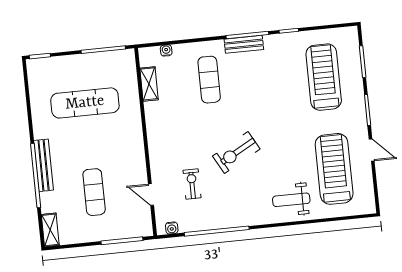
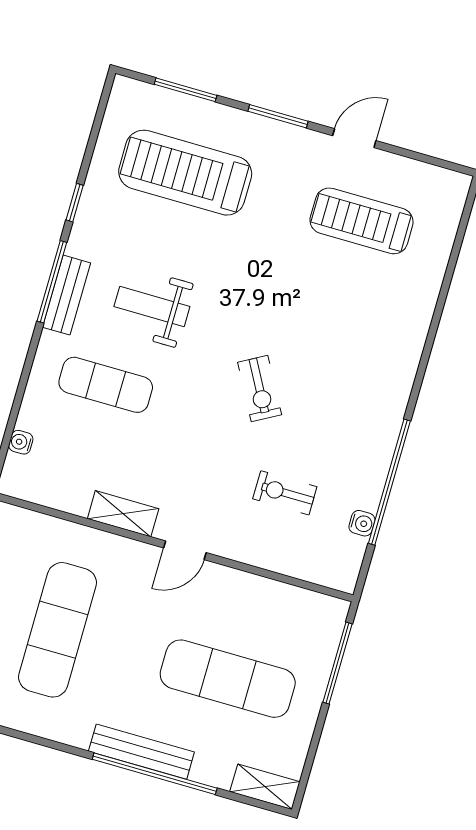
shelving: (149, 84) -> (123, 514), moved
exercise bike: (236, 153) -> (260, 388), width x0.73, depth x0.72
treadmill: (334, 169) -> (362, 221), width x0.73, depth x0.73
exercise mat: (94, 192) -> (228, 679), width x1.36, depth x1.45
door: (151, 195) -> (185, 550), moved
weight bench: (291, 200) -> (152, 307), moved, turned 90
water cooler: (172, 228) -> (362, 523), moved

